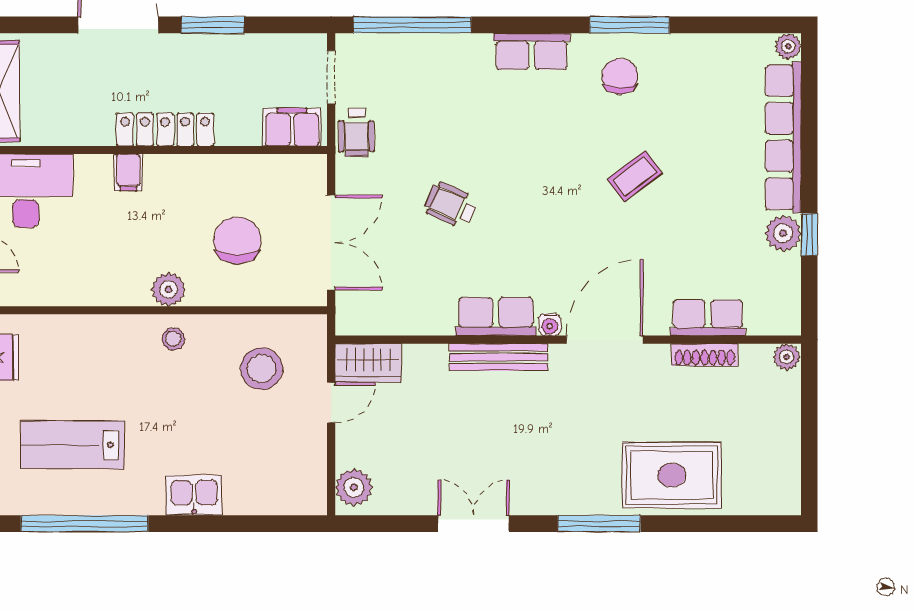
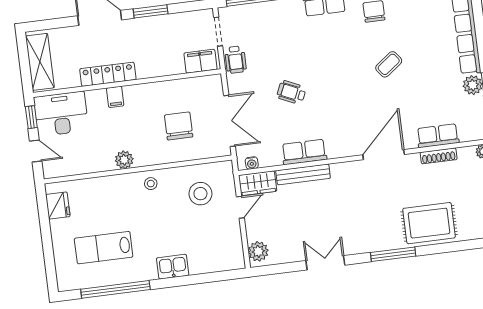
locker: (165, 130) -> (108, 74), moved
plant: (169, 289) -> (124, 160), moved
row of seats: (496, 316) -> (304, 152), moved
water cooler: (550, 325) -> (252, 163), moved
bench: (499, 357) -> (303, 174), moved

